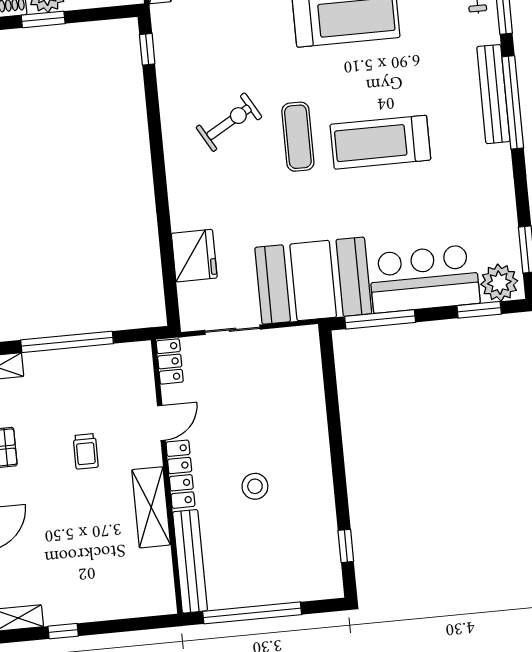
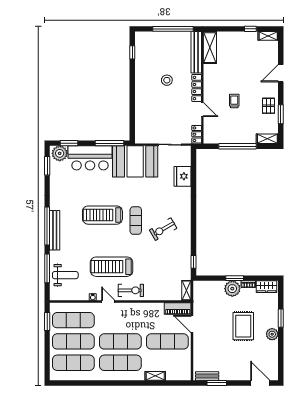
treadmill: (380, 142) -> (102, 215), turned 180
door: (161, 423) -> (202, 110), swing flipped
shelving: (151, 507) -> (210, 48), moved

